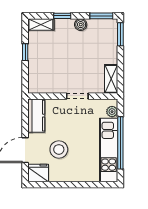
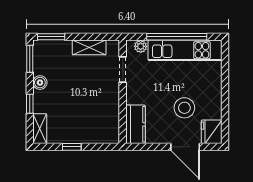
shelving: (111, 79) -> (89, 47), moved
doorway: (77, 96) -> (123, 70), moved
kitchen counter: (36, 116) -> (136, 124), moved, turned 90

